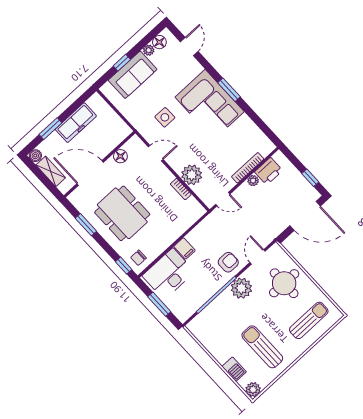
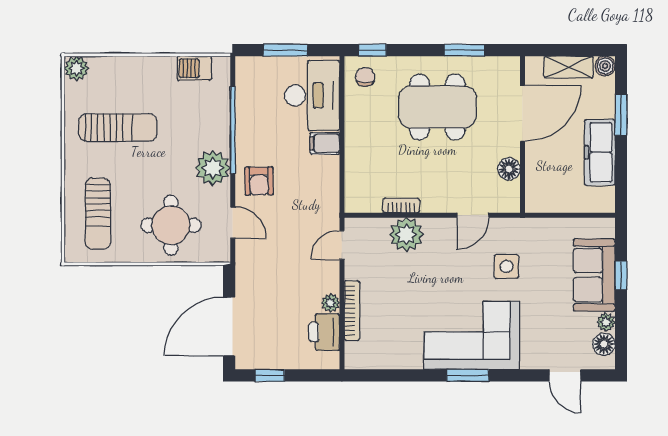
barbecue: (234, 369) -> (194, 68), moved

